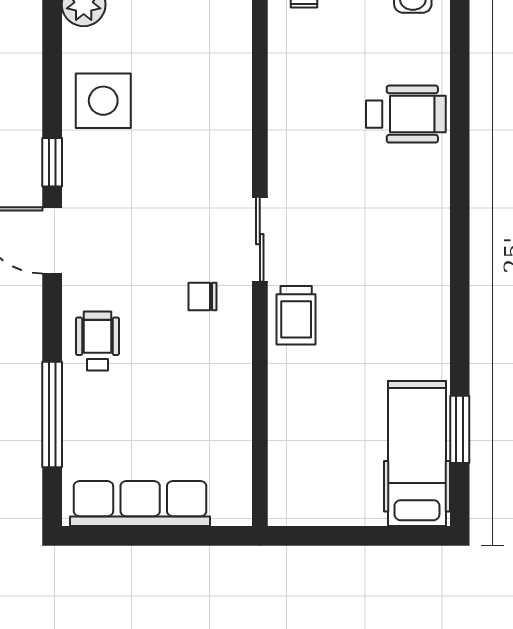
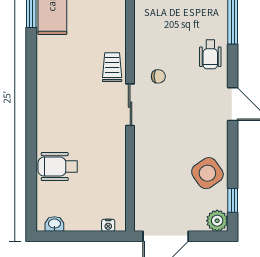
side table: (103, 101) -> (207, 173), turned -35
window: (52, 162) -> (233, 200), moved

